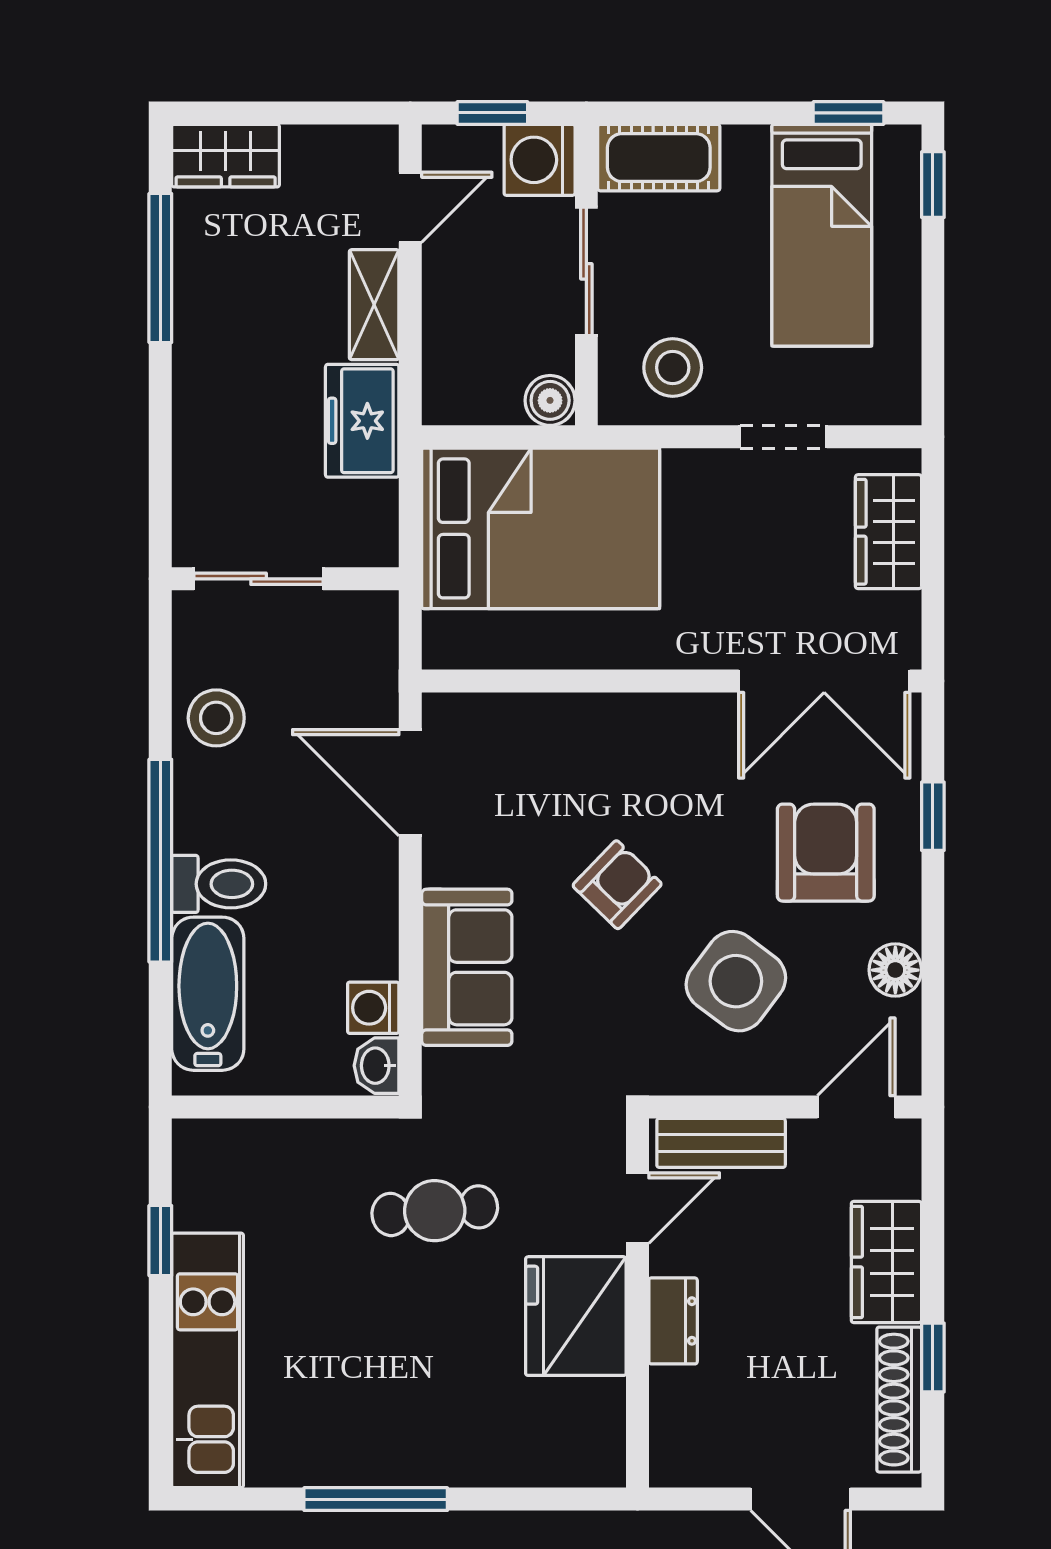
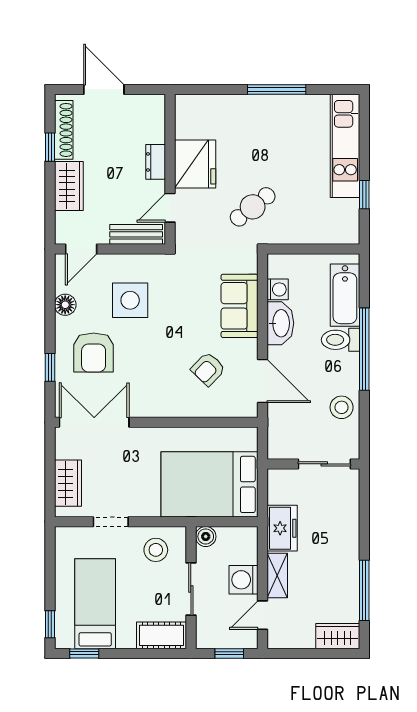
washing machine: (540, 160) -> (244, 580), moved, turned 180
armchair: (617, 885) -> (208, 369), moved
side table: (736, 981) -> (130, 300), turned -37
washbasin: (377, 1066) -> (280, 323), moved, width x1.91, depth x1.45
cafe table: (435, 1211) -> (253, 207), turned -33

